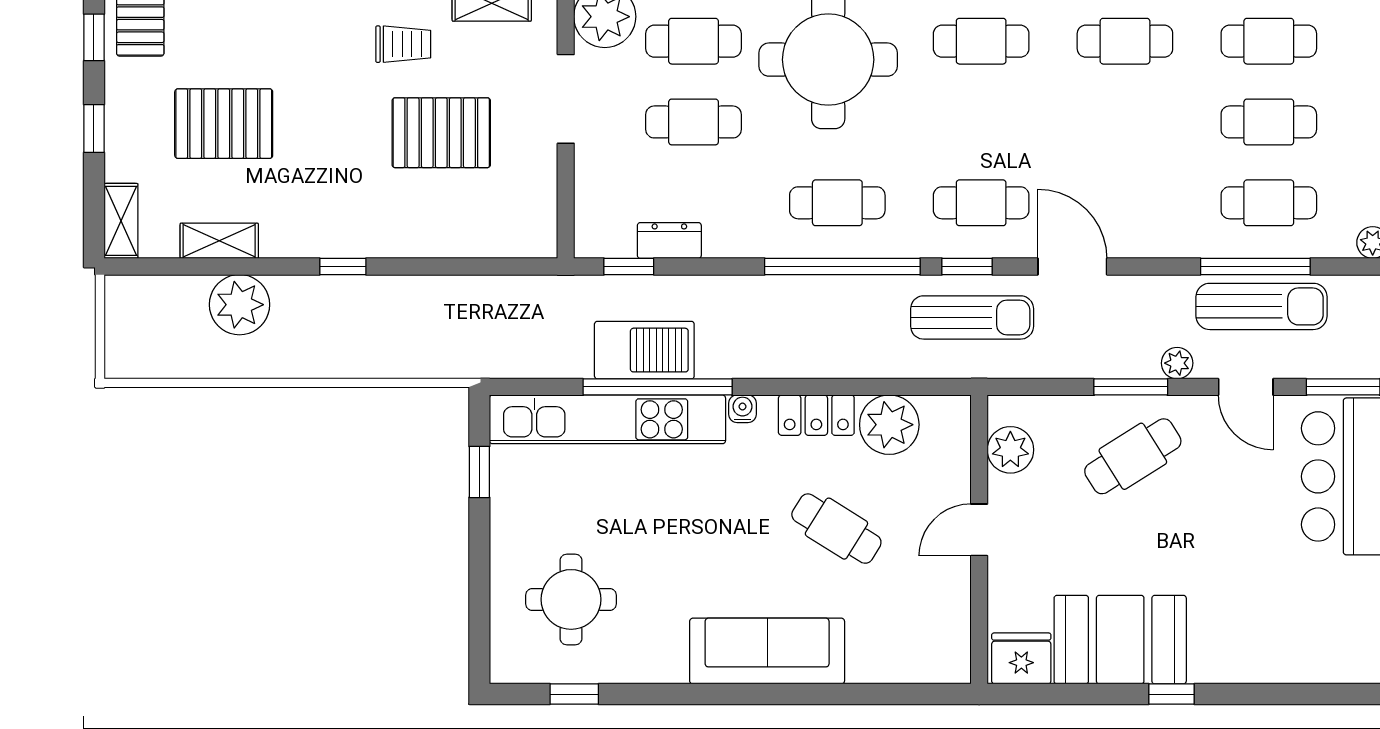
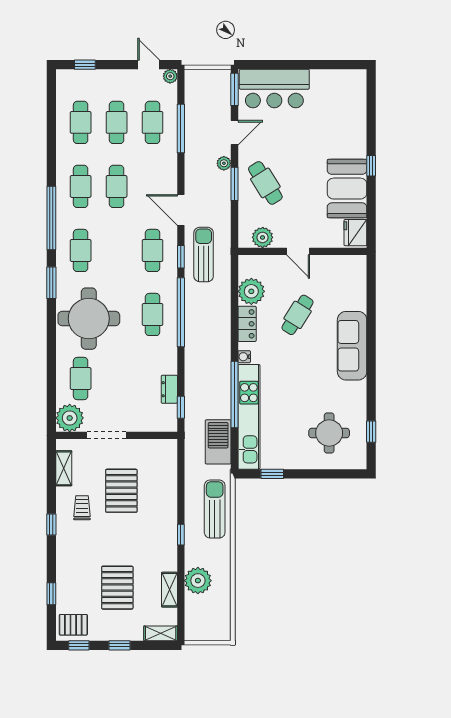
cafe table: (694, 122) -> (117, 186), moved
door: (1072, 266) -> (181, 210), hinge flipped
sun lounger: (1261, 306) -> (215, 509), moved
barbecue: (644, 350) -> (218, 442), moved

